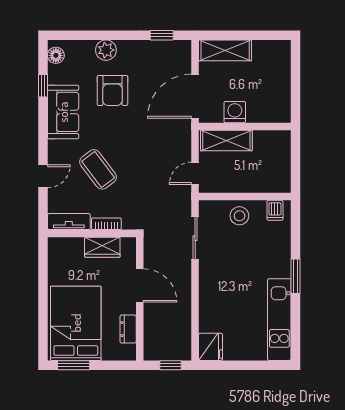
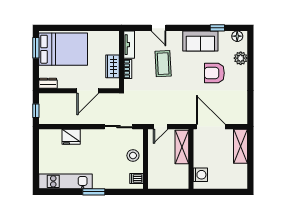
window: (162, 35) -> (250, 105), removed
plant: (106, 50) -> (241, 58), moved
washing machine: (235, 112) -> (200, 175), moved
coffee table: (98, 169) -> (163, 64), turned -56
door: (195, 173) -> (161, 127), swing flipped
dresser: (128, 329) -> (48, 83), moved
fridge: (211, 347) -> (71, 137), moved

